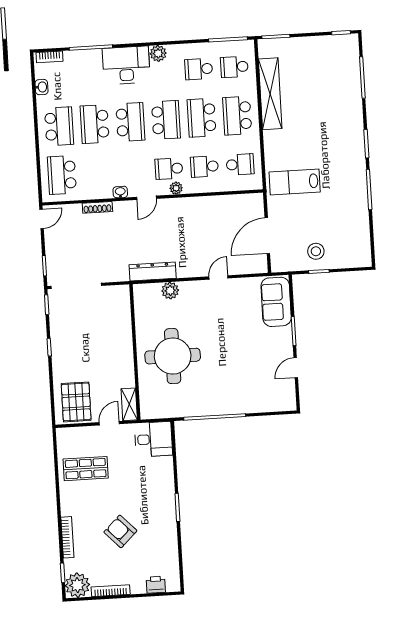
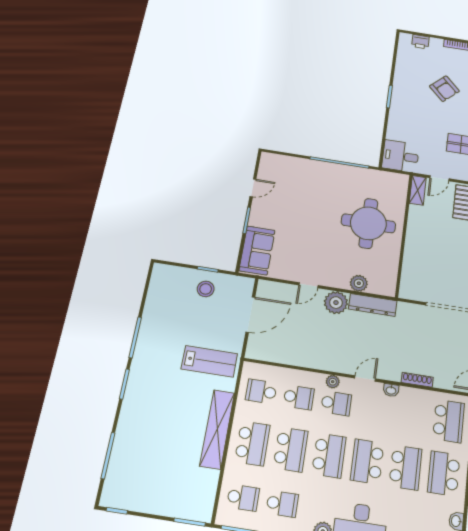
shelving: (270, 94) -> (217, 429), moved
school desk: (166, 120) -> (329, 455), turned 180
plant: (188, 266) -> (336, 303), added

